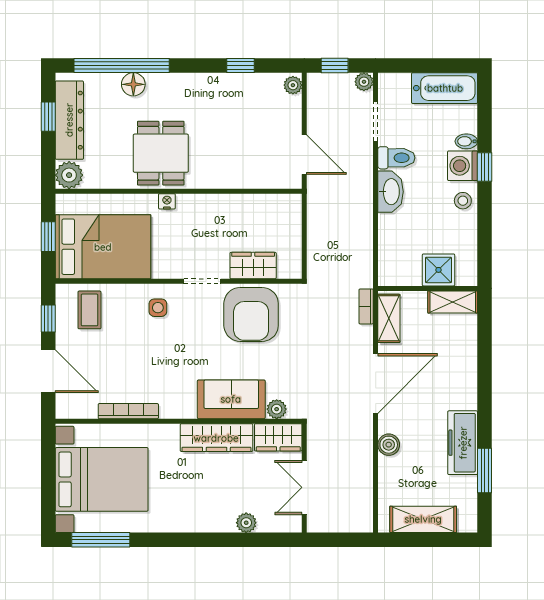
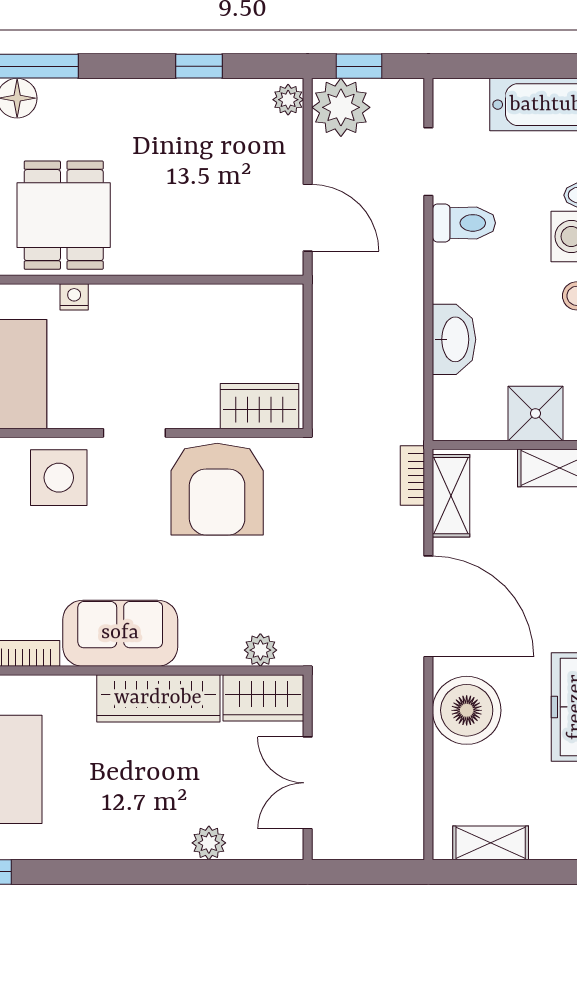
plant: (364, 82) -> (341, 107), moved, width x1.88, depth x1.88
washbasin: (391, 192) -> (454, 339), moved
wardrobe: (253, 266) -> (259, 406), moved
side table: (158, 308) -> (59, 478), width x1.87, depth x1.87
door: (376, 384) -> (428, 606), hinge flipped
sofa: (231, 399) -> (120, 633), moved
boiler: (389, 445) -> (467, 710), width x1.86, depth x1.86
shelving: (423, 519) -> (491, 843), width x0.67, depth x0.75

